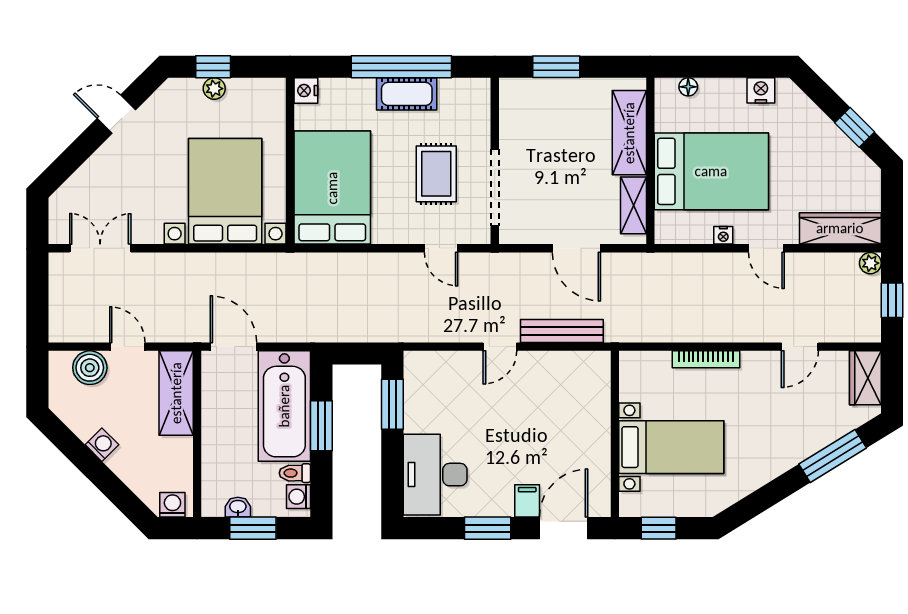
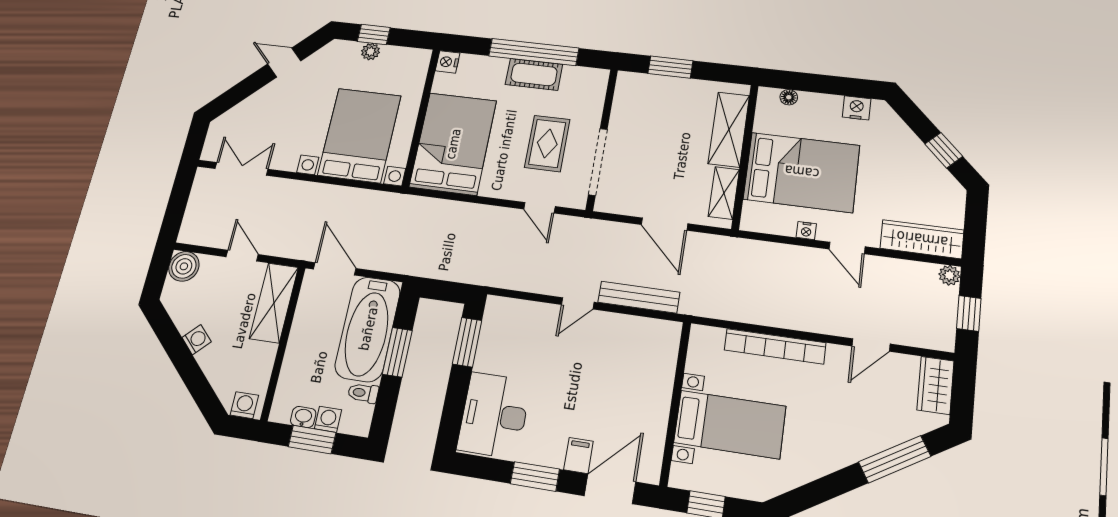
bookcase: (706, 359) -> (775, 346), width x1.48, depth x1.31
boiler: (90, 368) -> (184, 266), moved
washing machine: (299, 497) -> (328, 419), moved, turned 90

